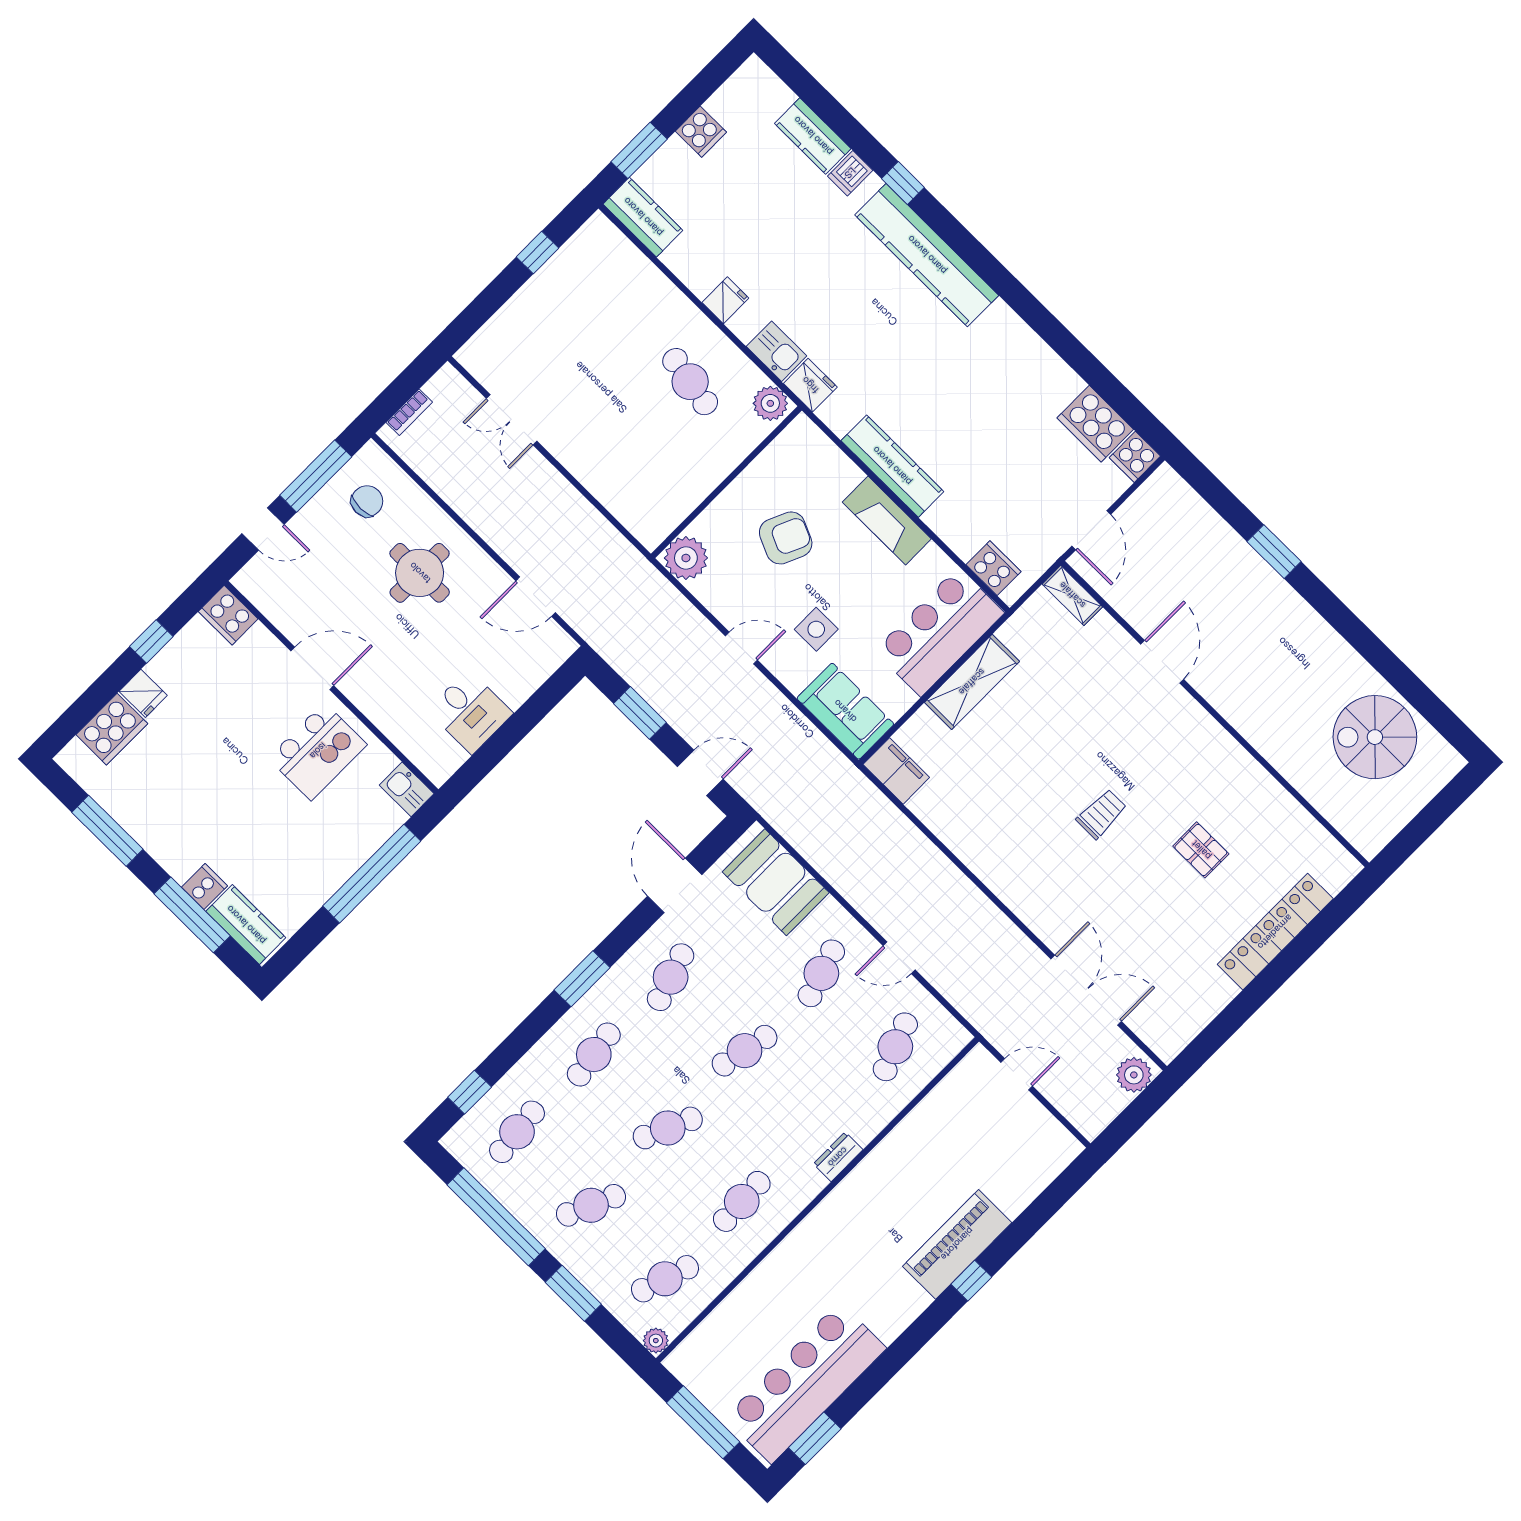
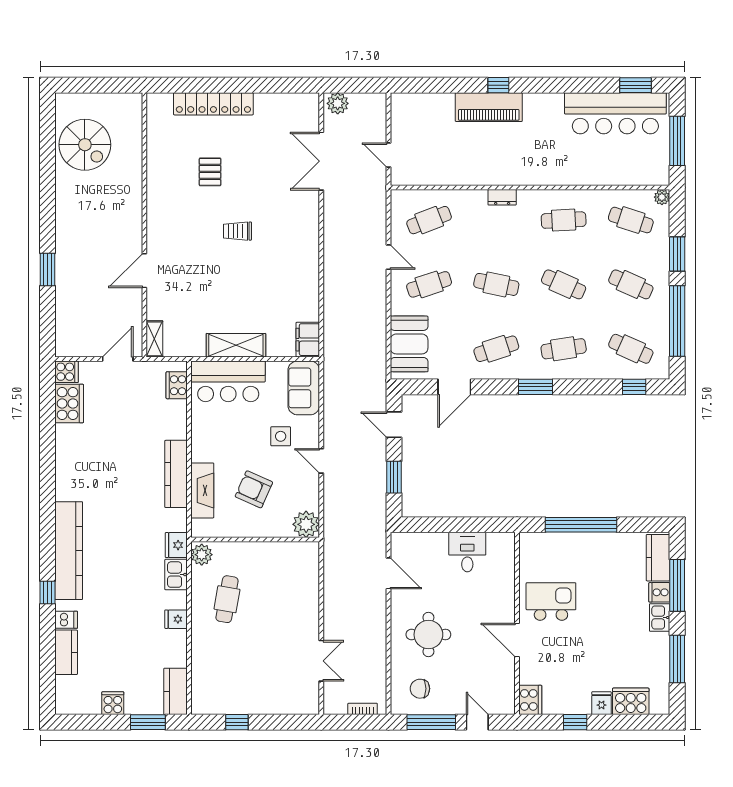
fireplace: (887, 520) -> (202, 490), moved
kitchen sink: (407, 789) -> (660, 618), moved, turned 180
cafe table: (517, 1132) -> (631, 349), turned 30

